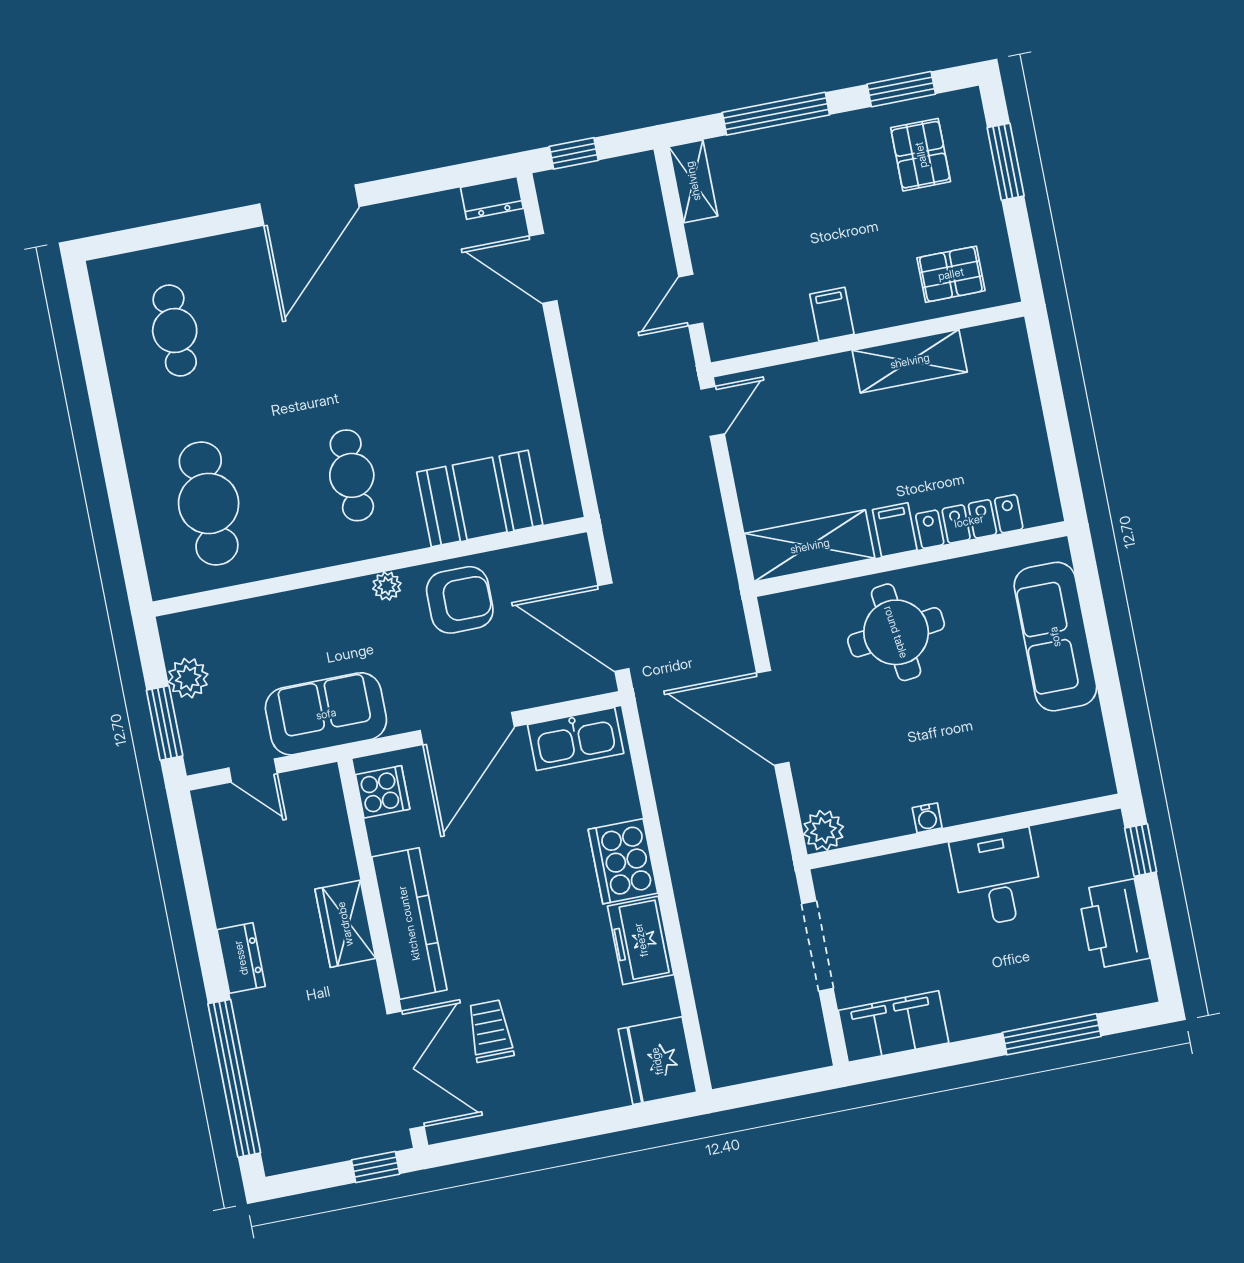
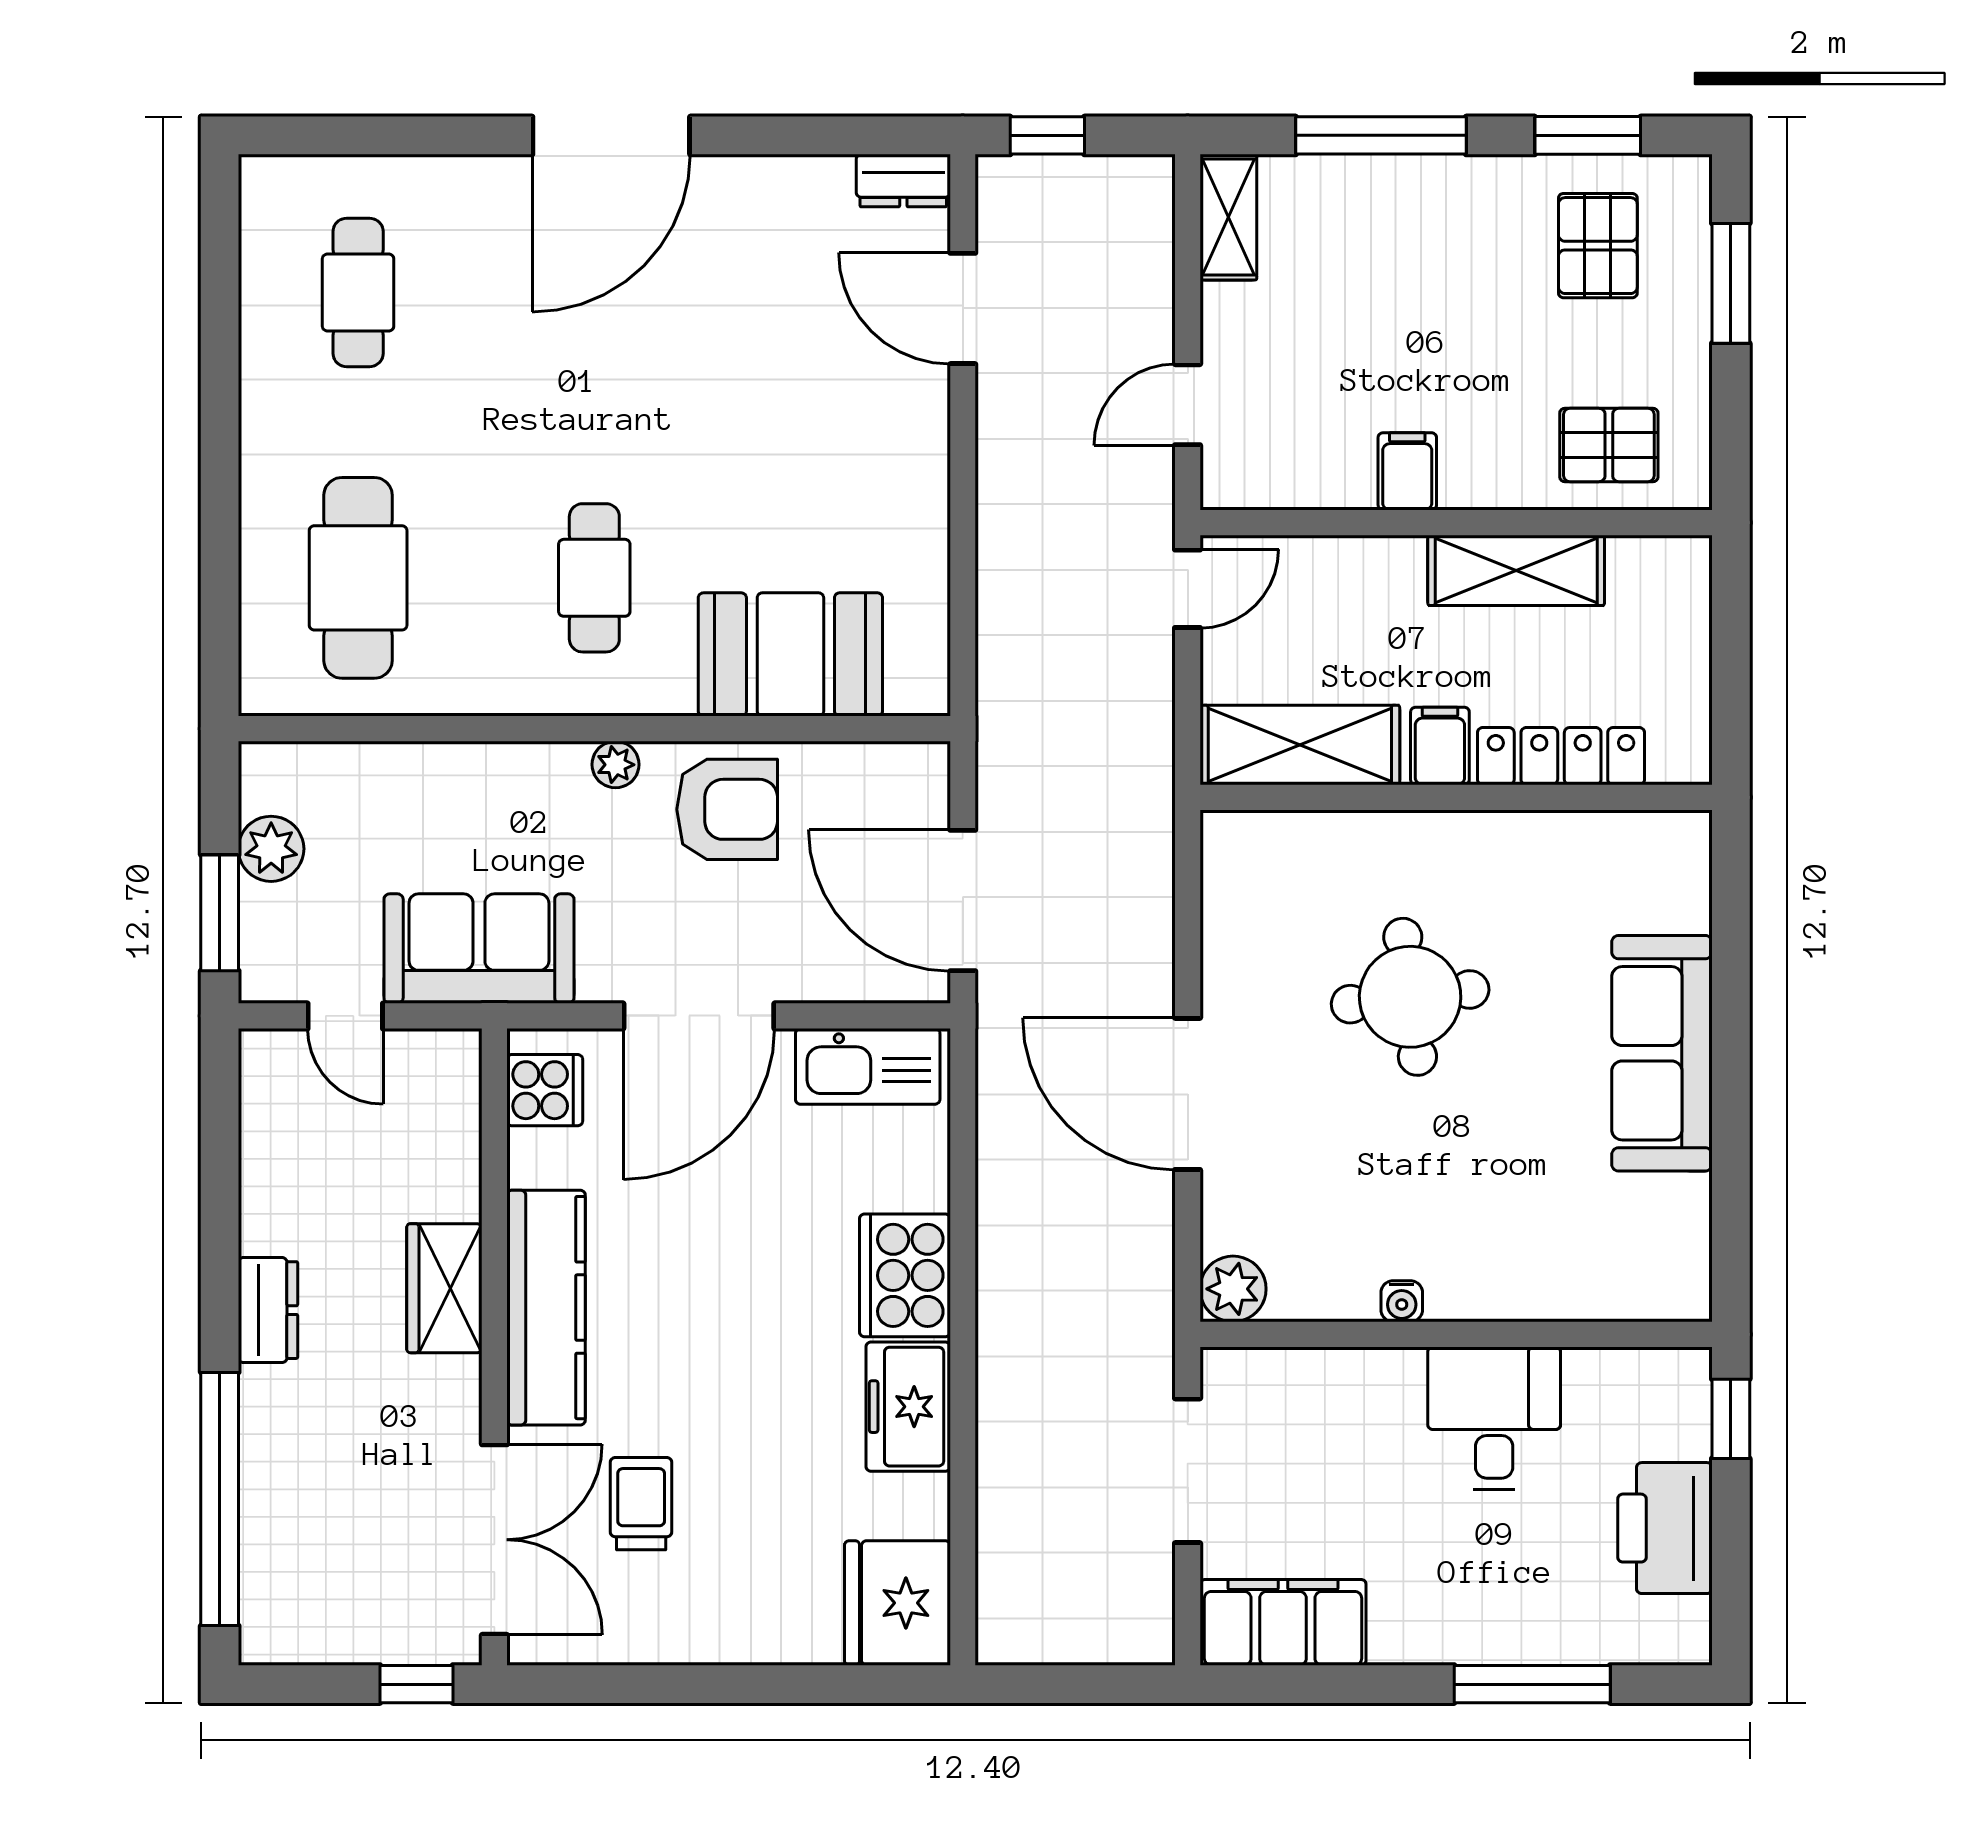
locker: (969, 521) -> (1561, 756), moved
filing cabinet: (895, 530) -> (1440, 746), moved
shelving: (810, 546) -> (1300, 745), moved
wall: (911, 559) -> (1456, 797), moved

